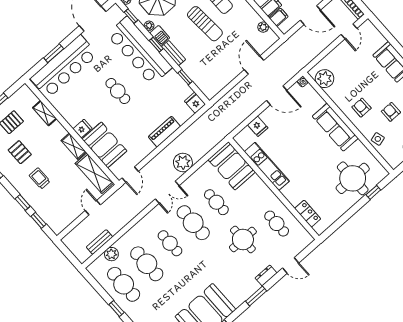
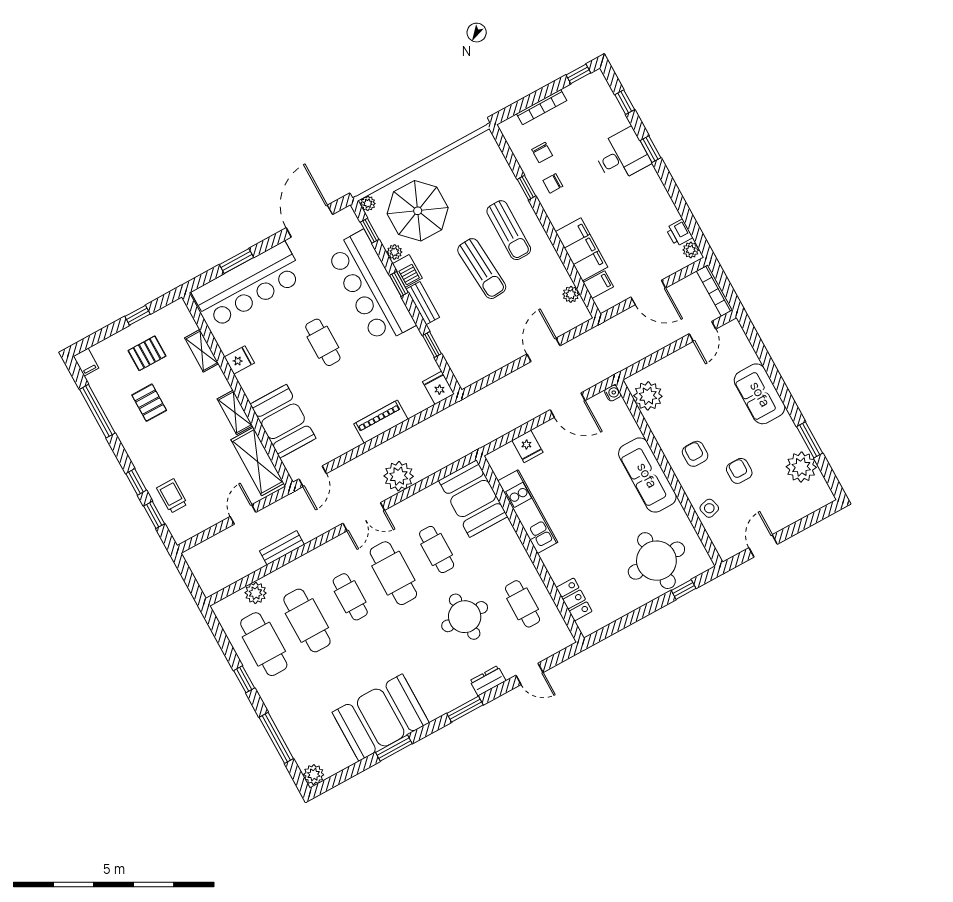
fridge: (82, 129) -> (239, 360), moved
trolley: (40, 178) -> (172, 496), moved
bench: (99, 242) -> (282, 548), moved

